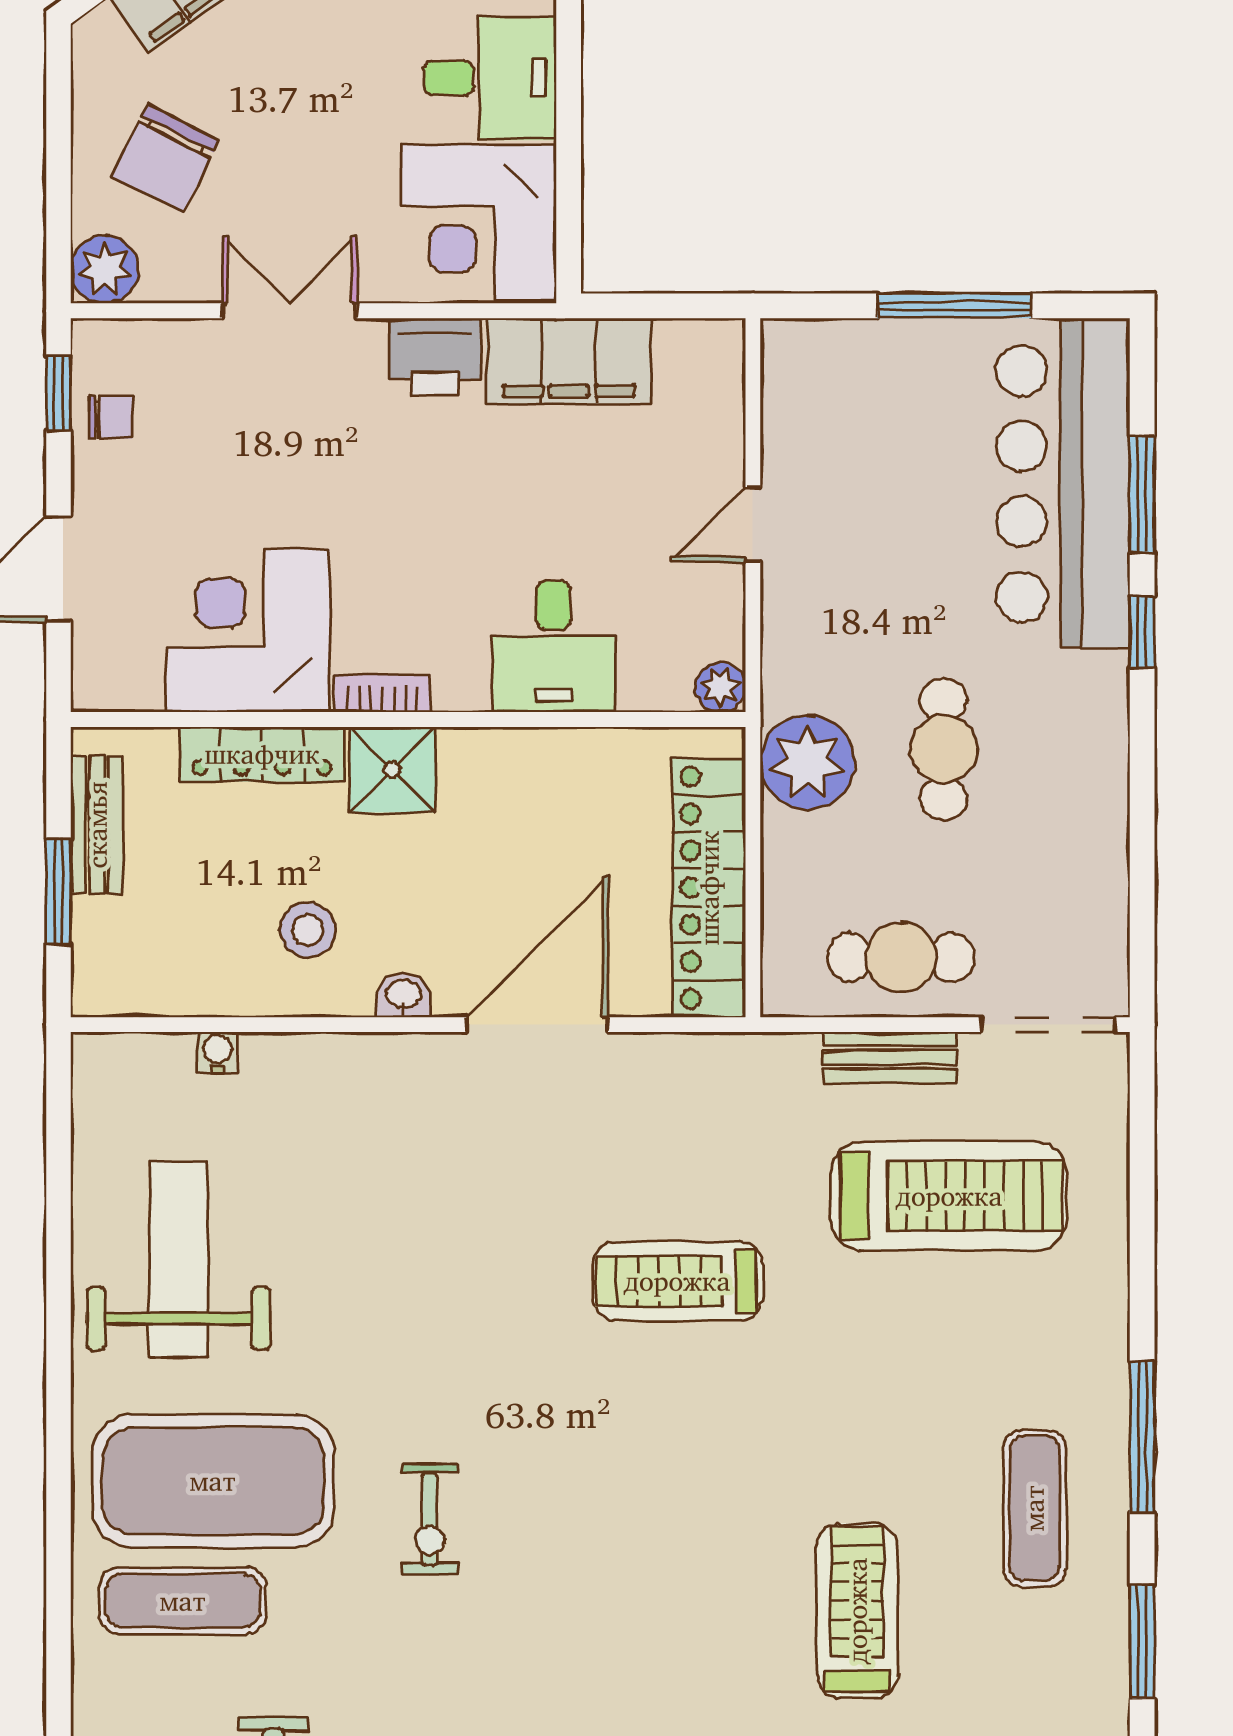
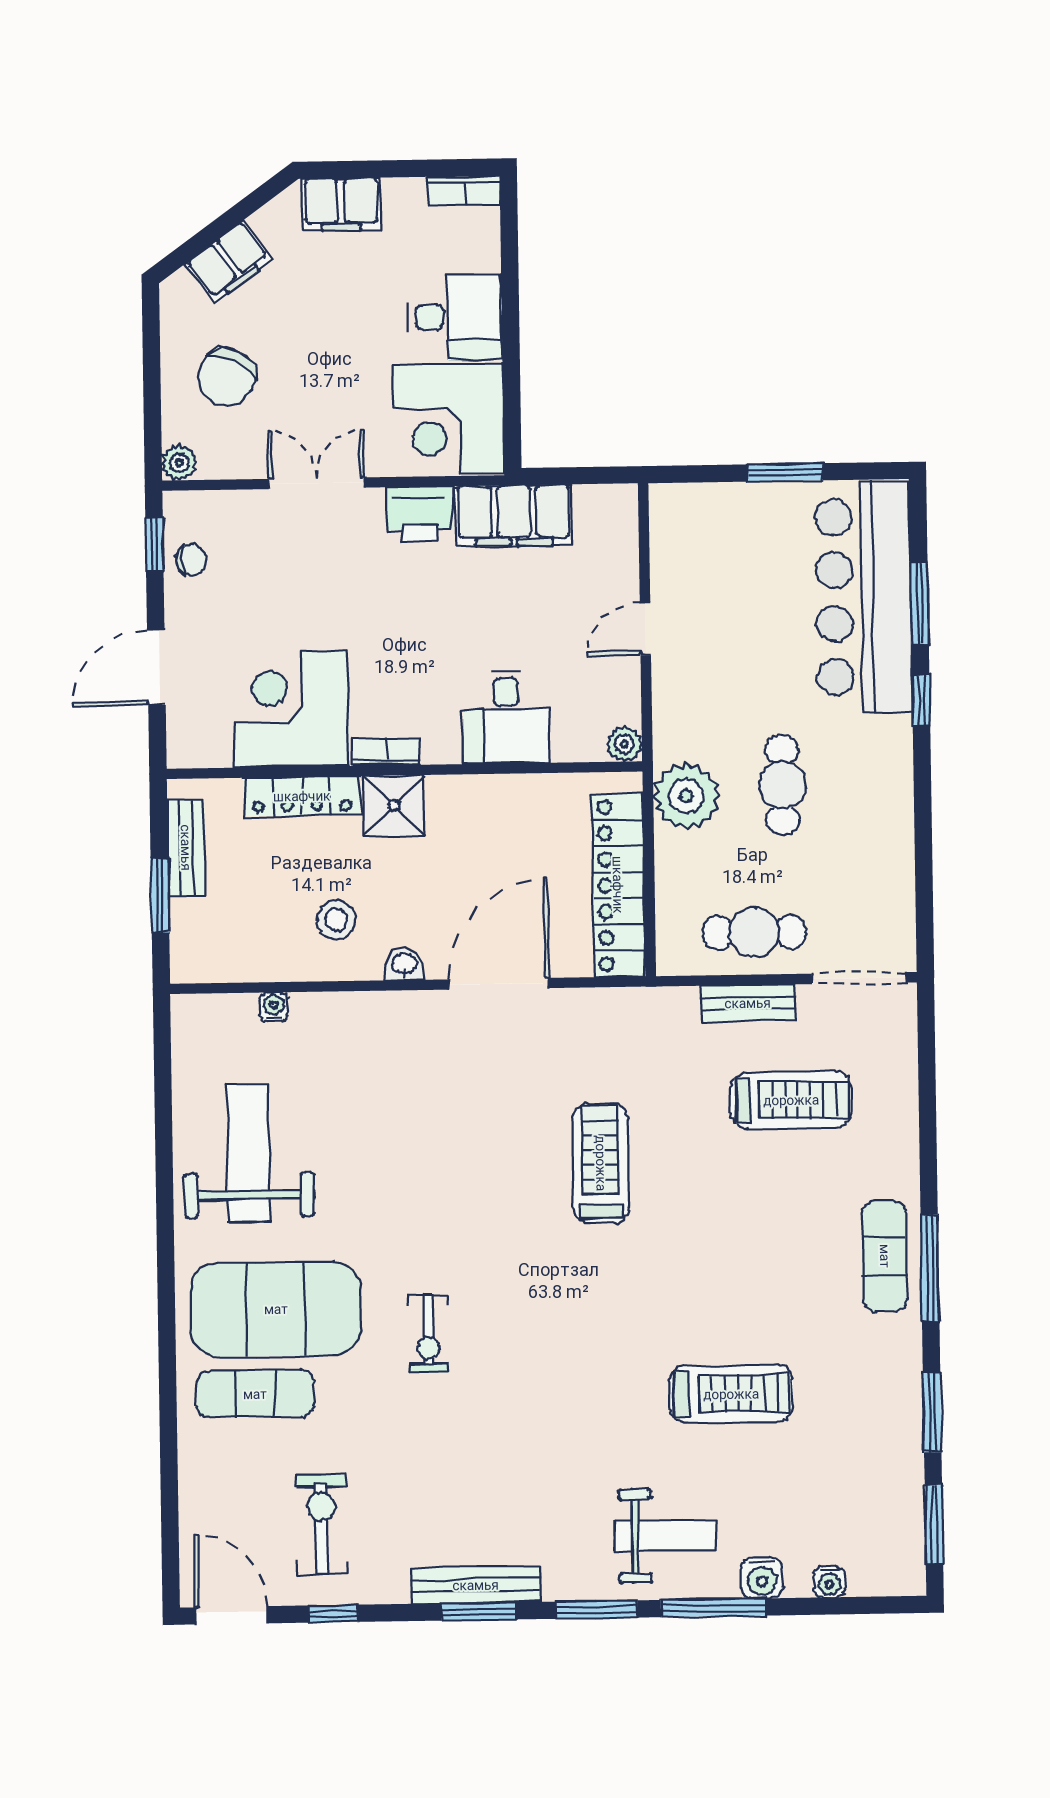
plant: (105, 269) -> (179, 463), width x0.73, depth x0.73
window: (954, 306) -> (785, 472), width x0.69
treadmill: (949, 1196) -> (791, 1100), width x0.73, depth x0.73
treadmill: (677, 1281) -> (601, 1163), turned 90
exercise mat: (1034, 1508) -> (885, 1256), moved
treadmill: (857, 1611) -> (731, 1394), turned 90

